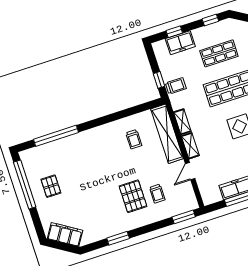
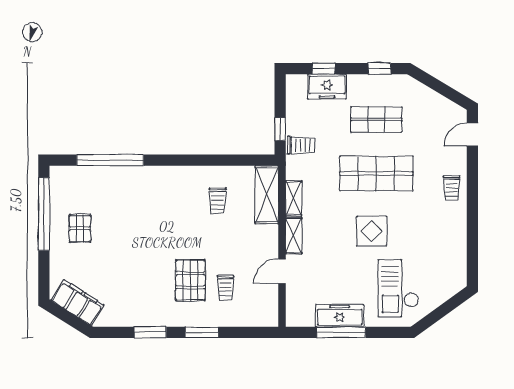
shelving: (167, 134) -> (267, 195), width x0.68
window: (184, 217) -> (202, 332), moved

